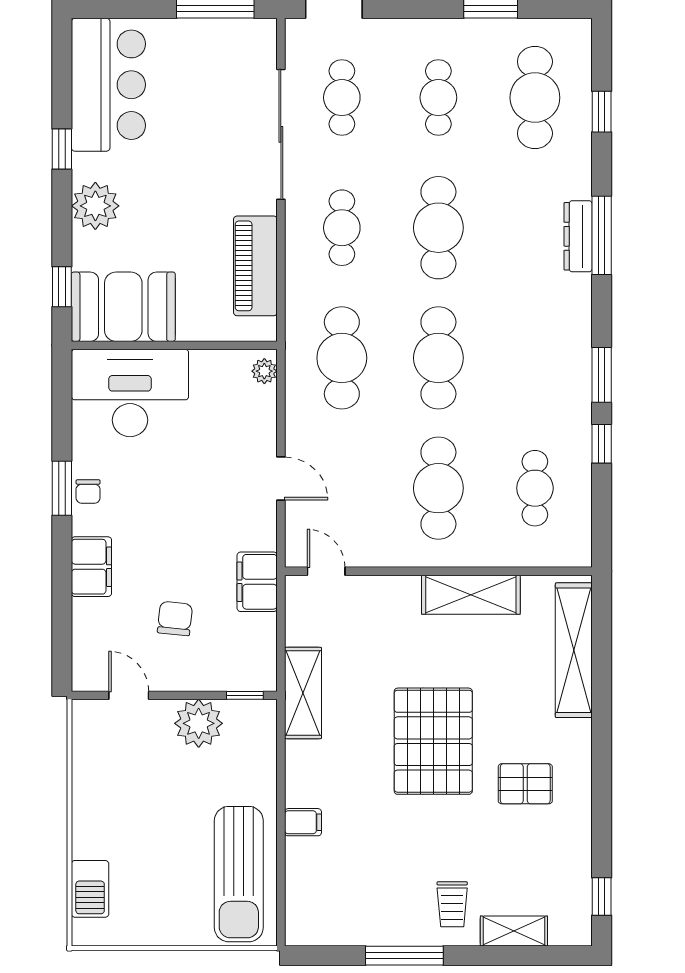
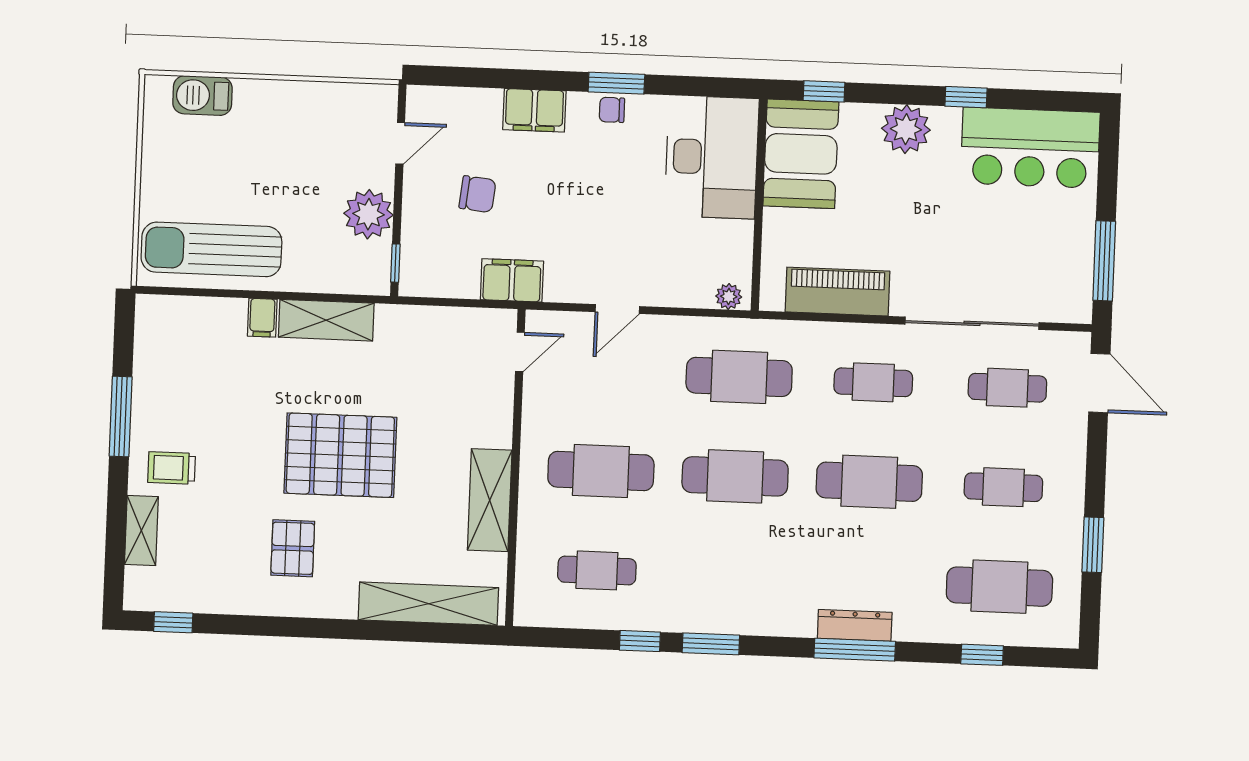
shelving: (303, 693) -> (326, 320), moved

